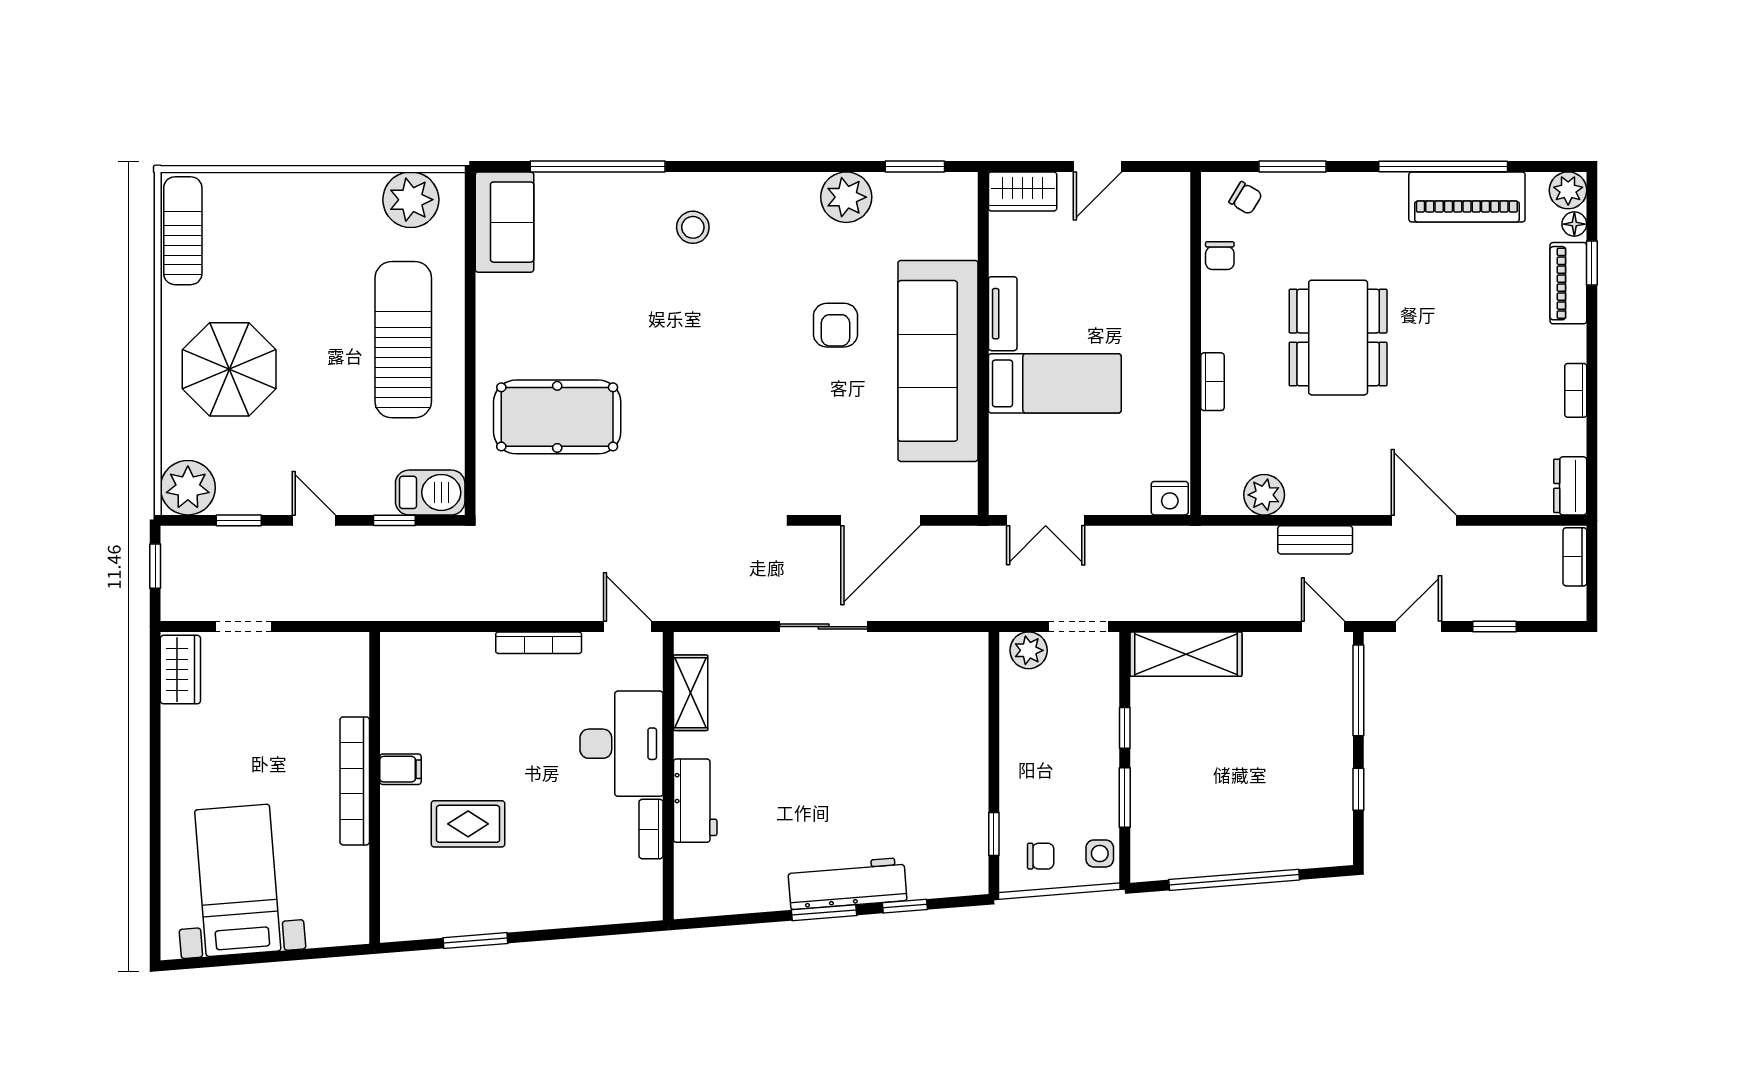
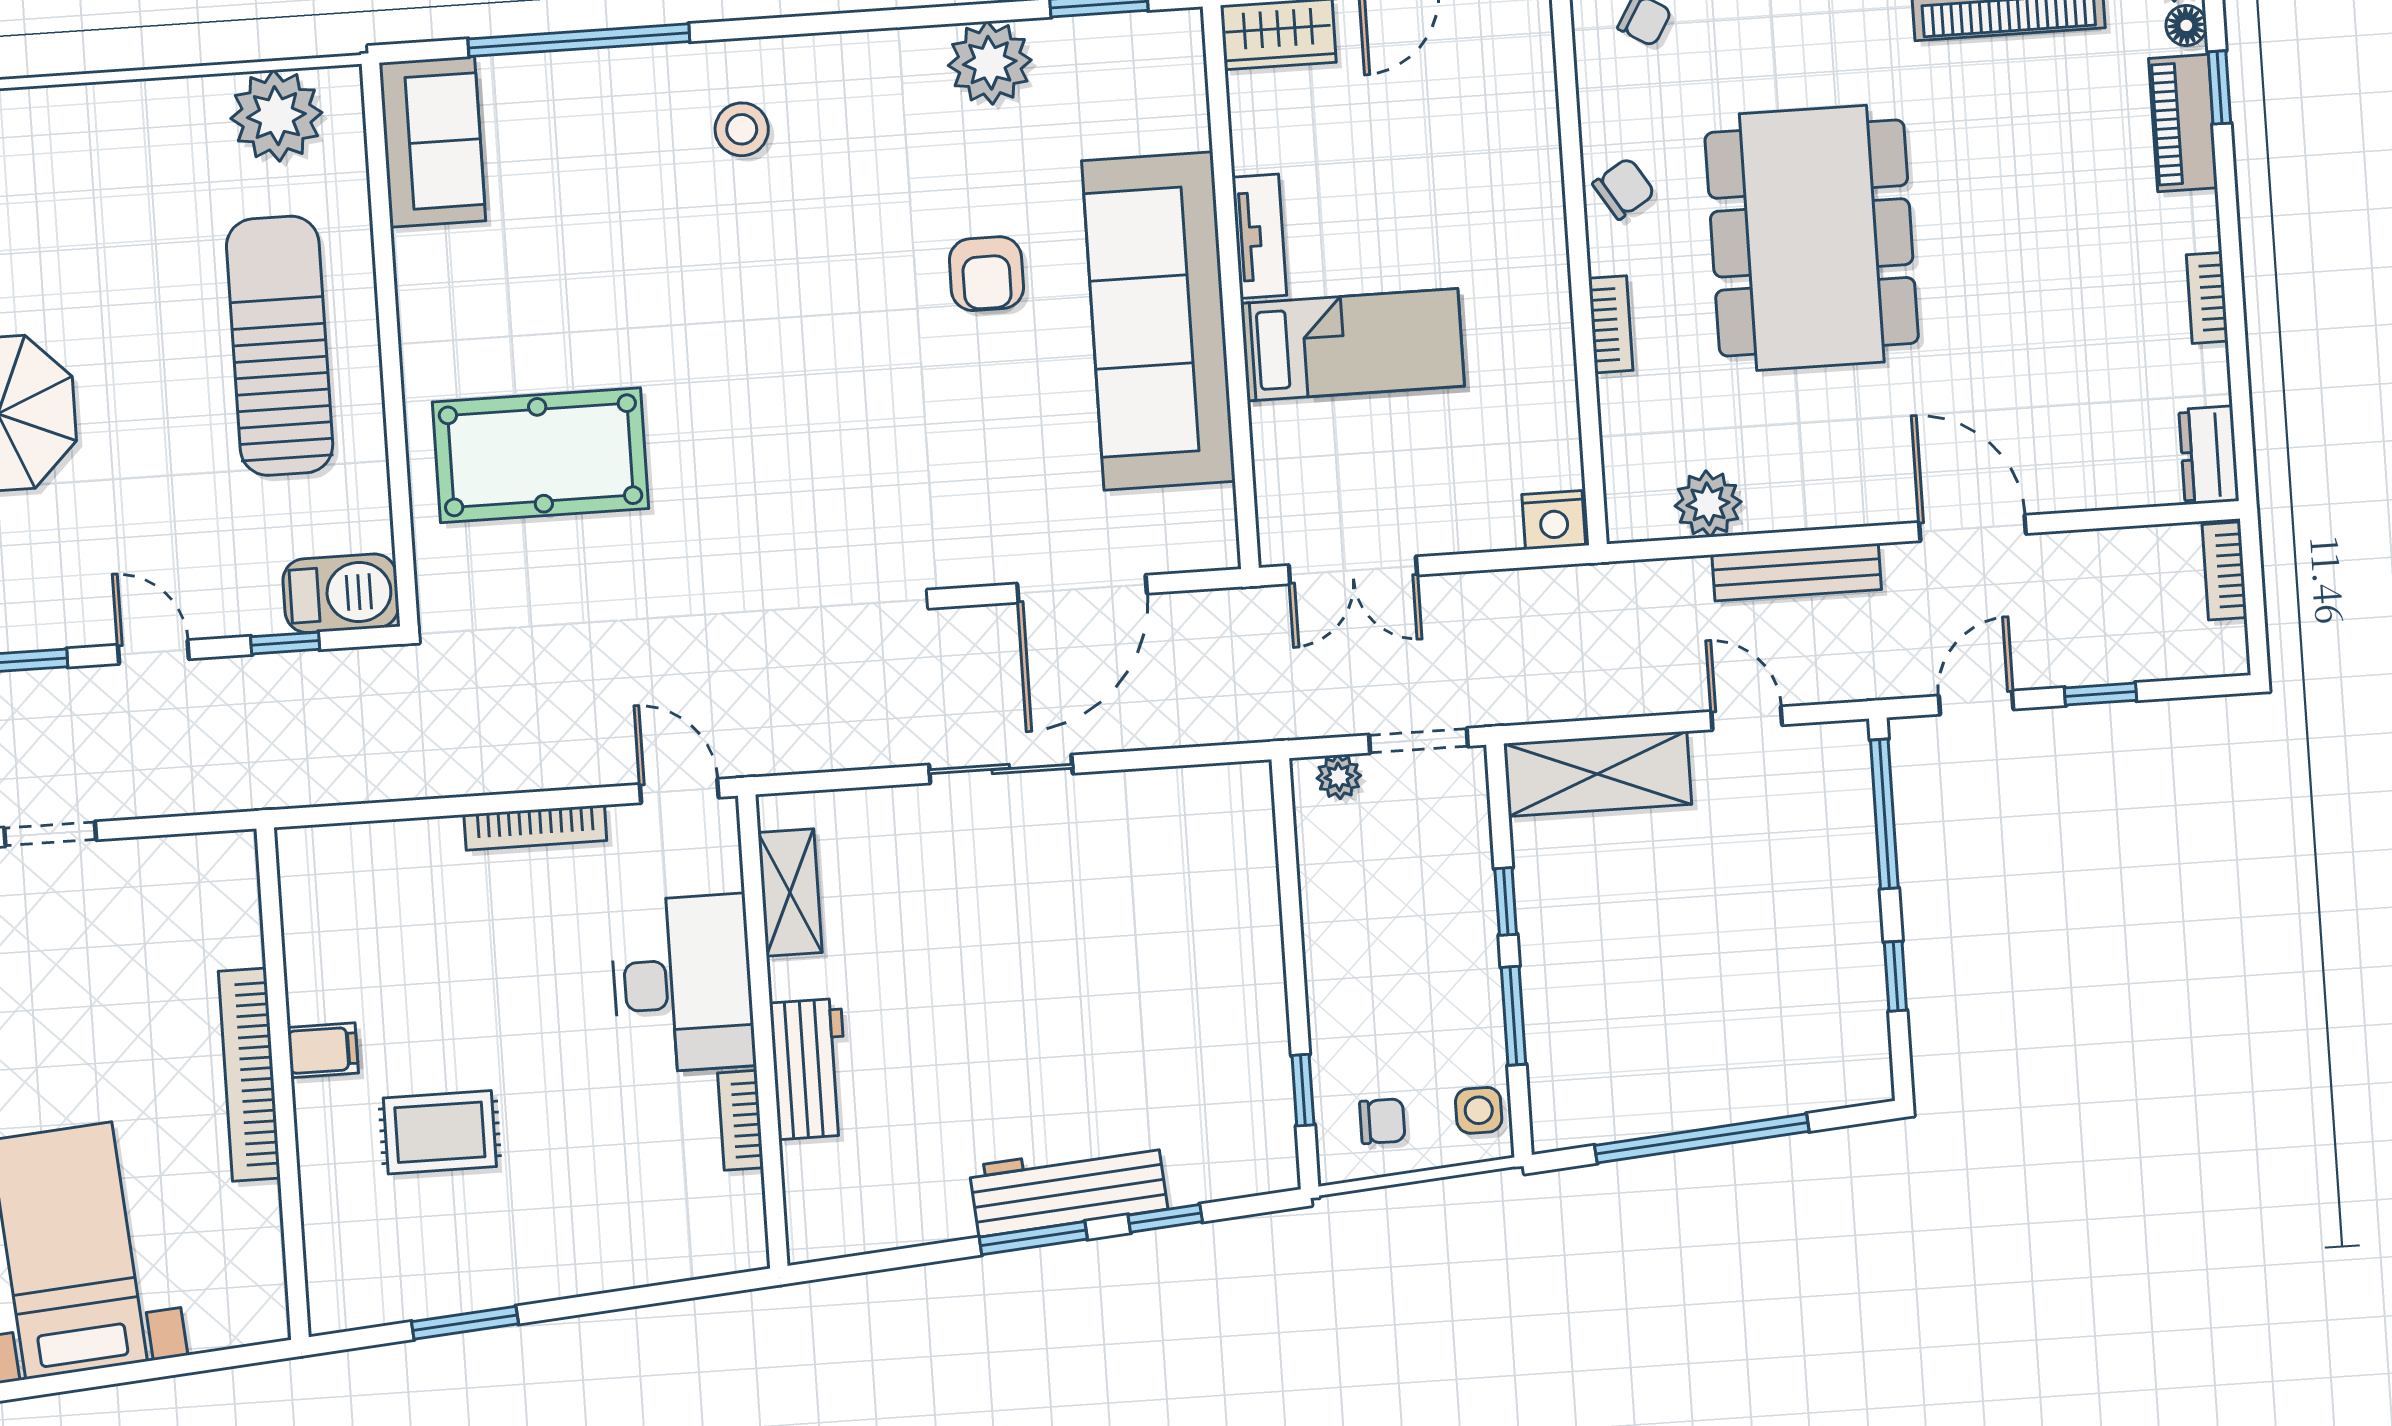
chair: (1220, 256) -> (1624, 188), moved, turned -122
dining table: (1338, 338) -> (1812, 238), width x1.36, depth x1.24
bench: (1315, 540) -> (1797, 572), width x1.36
door: (1323, 627) -> (1747, 718), moved
plant: (1029, 650) -> (1339, 777), width x0.73, depth x0.73

